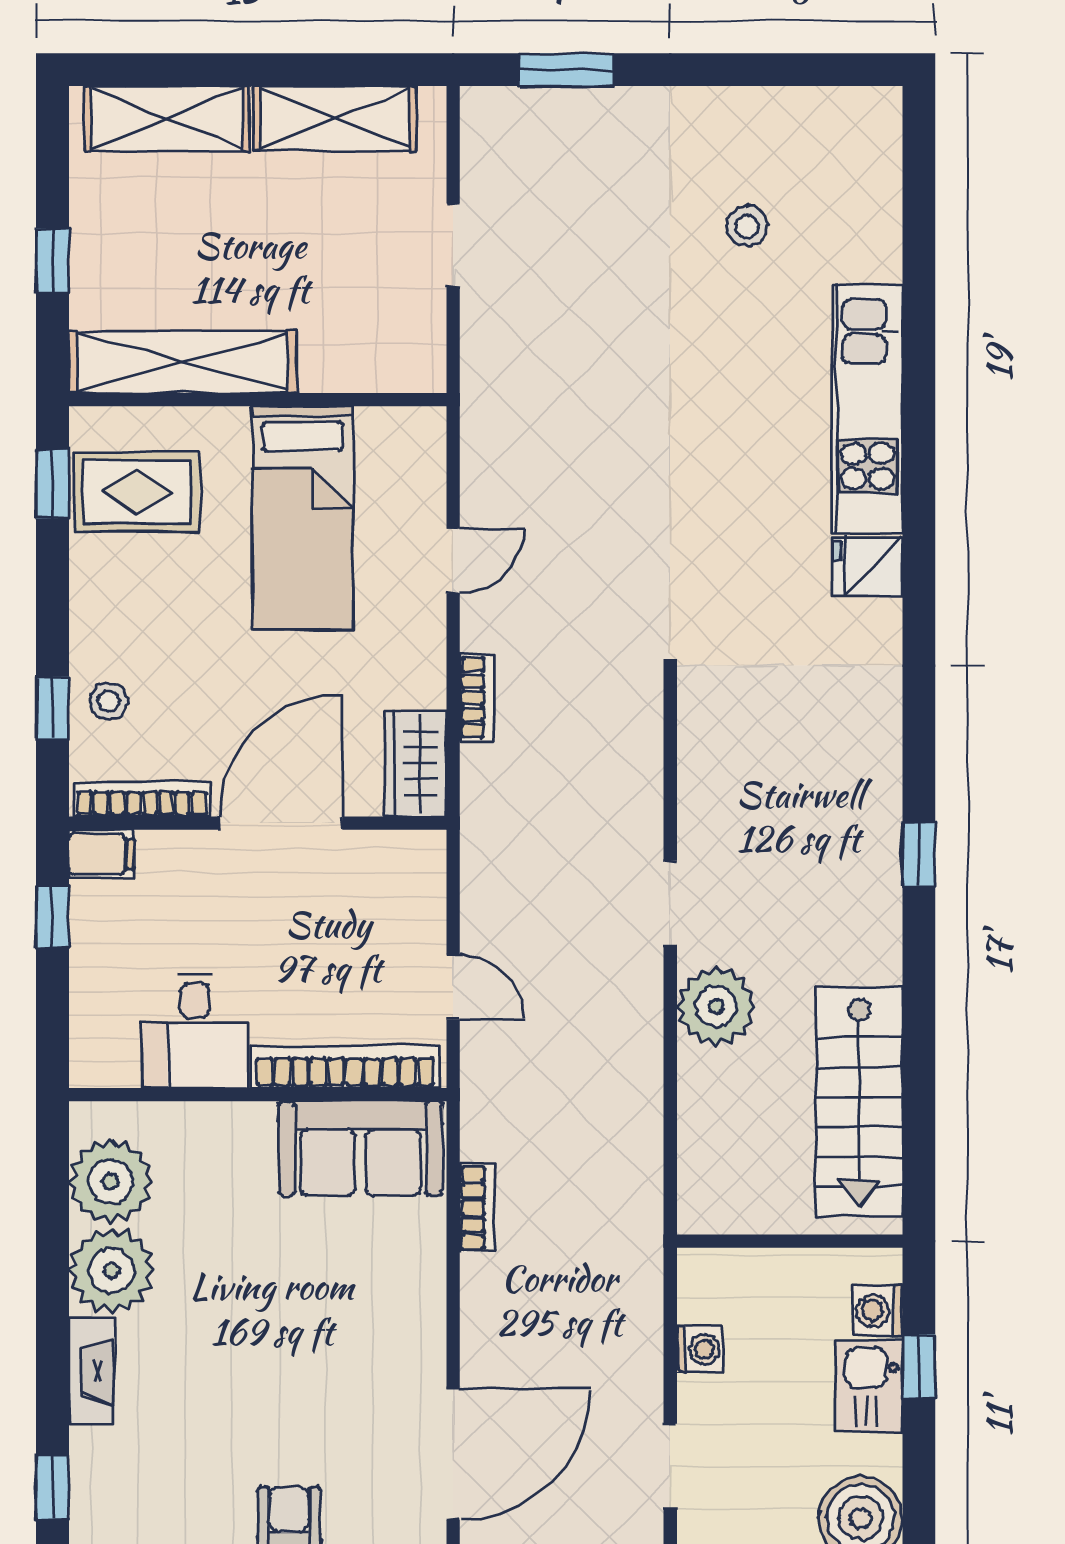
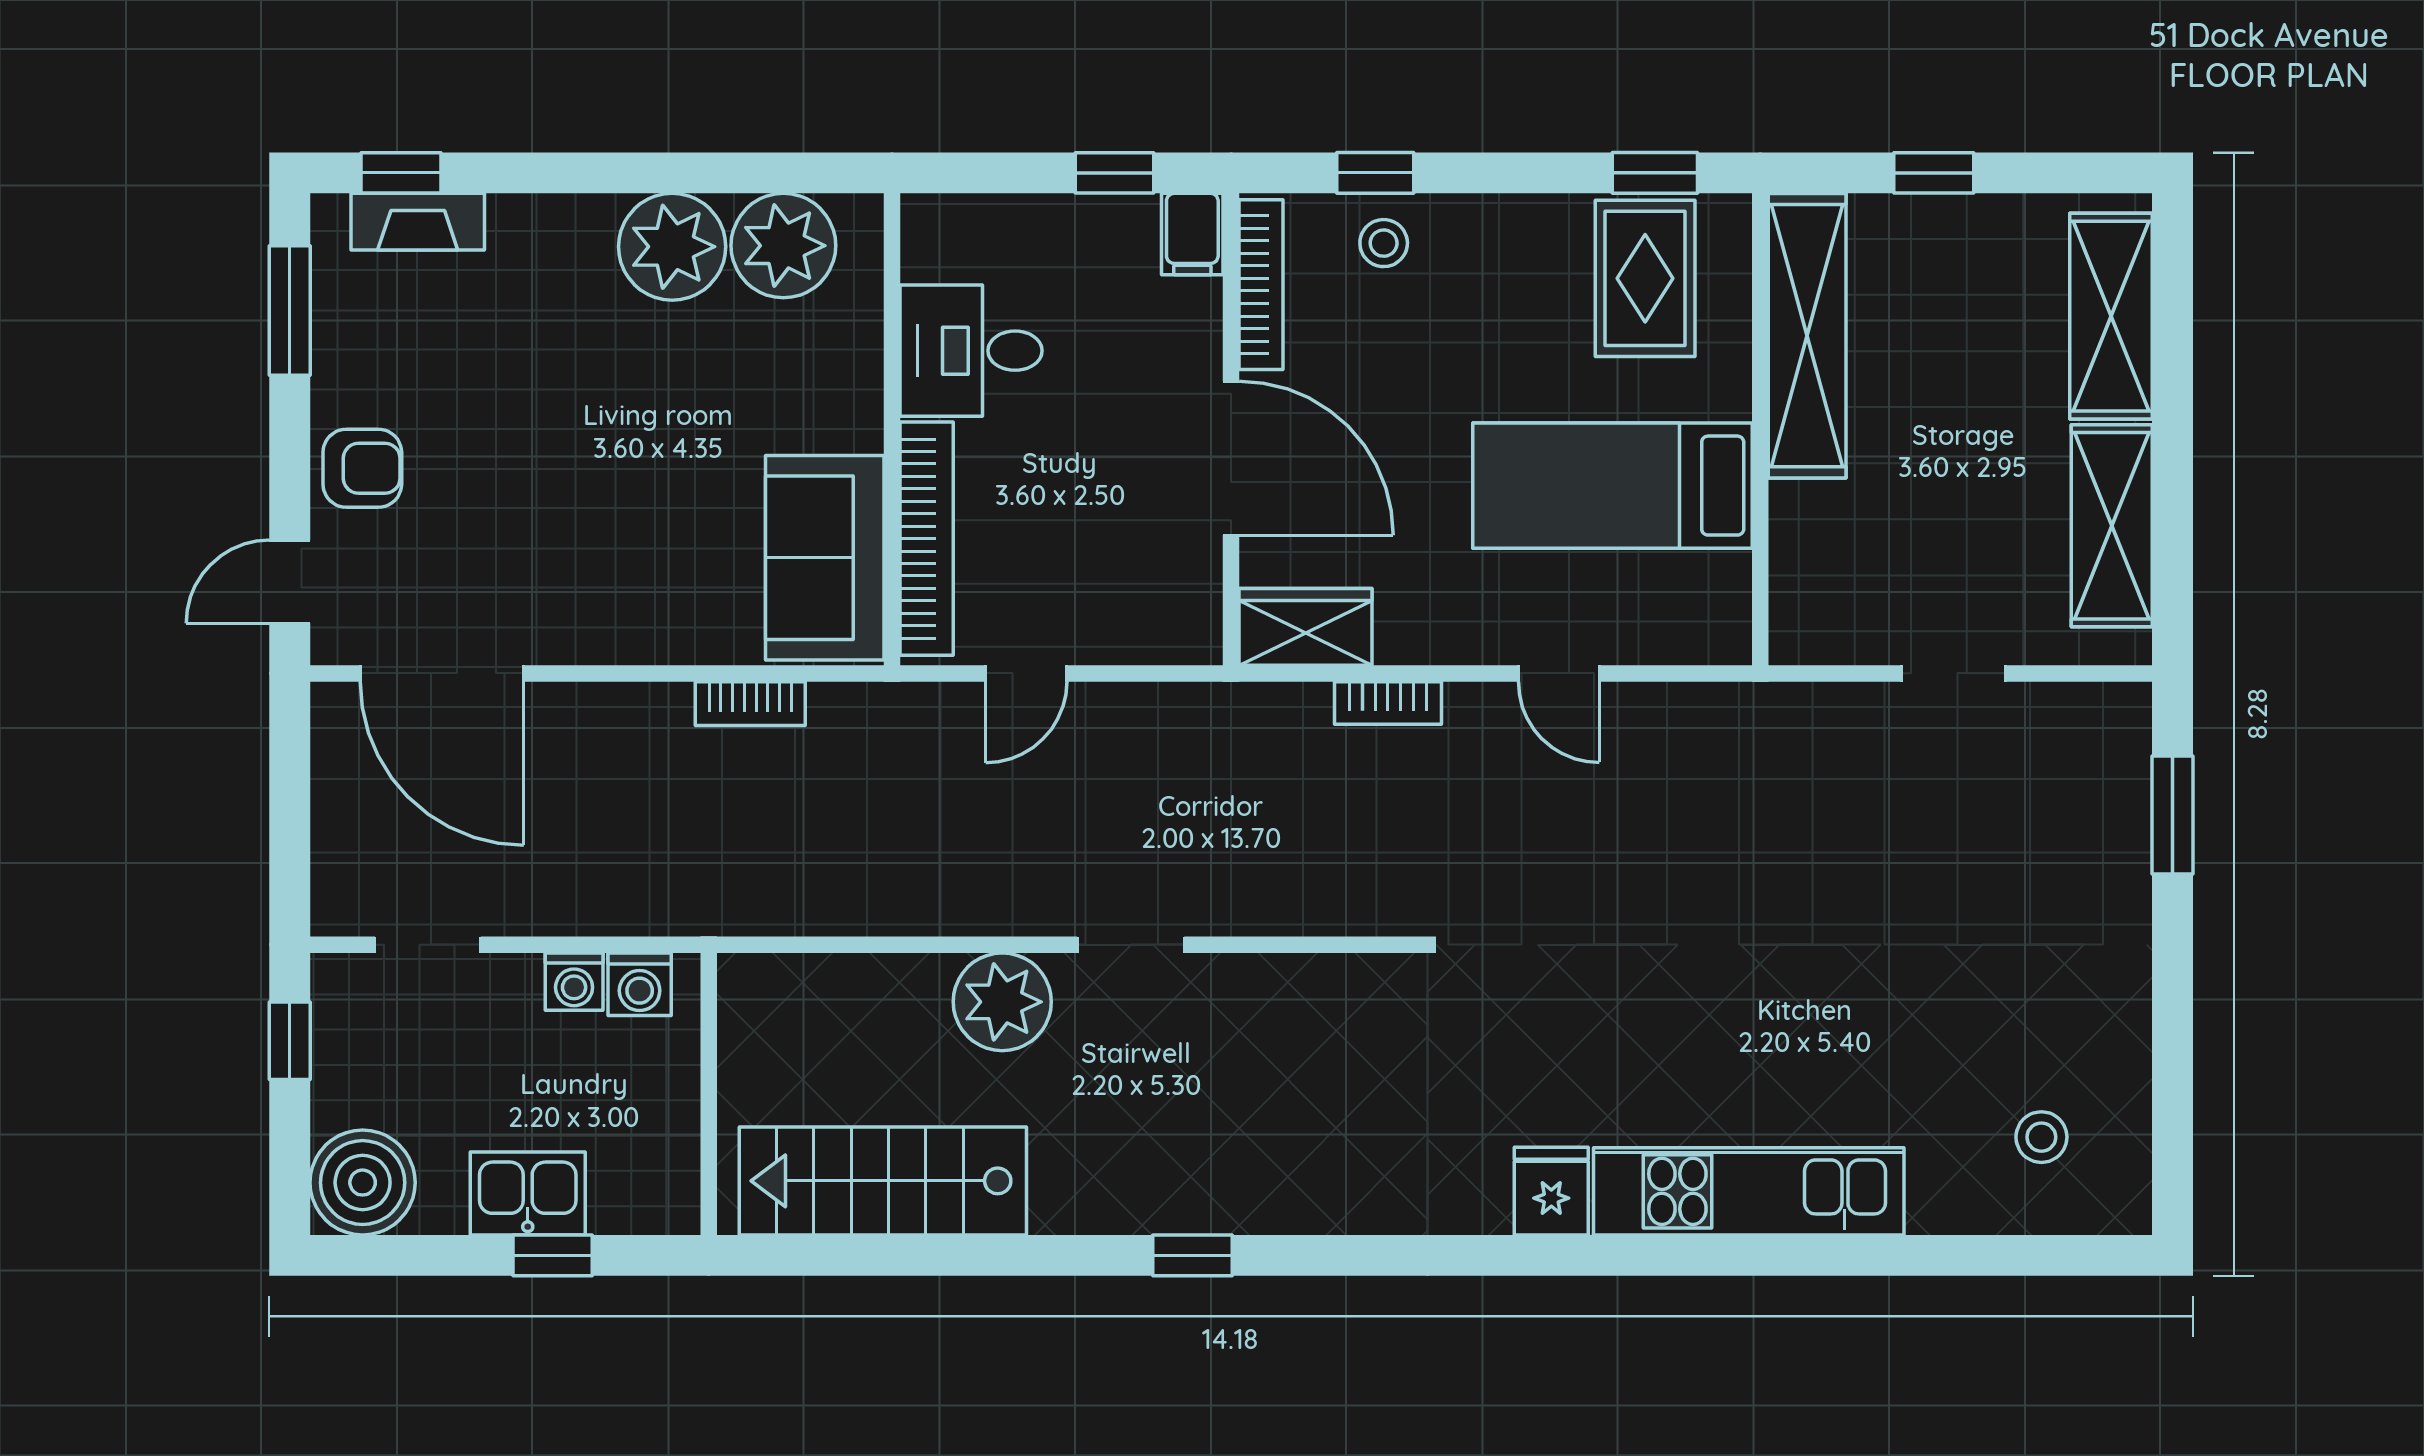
stool: (747, 226) -> (2041, 1137), moved
washing machine: (877, 1311) -> (640, 984), moved, turned 180
fireplace: (92, 1371) -> (418, 222), moved

